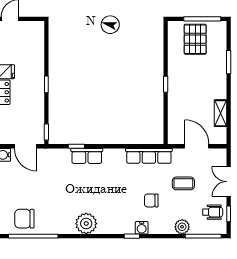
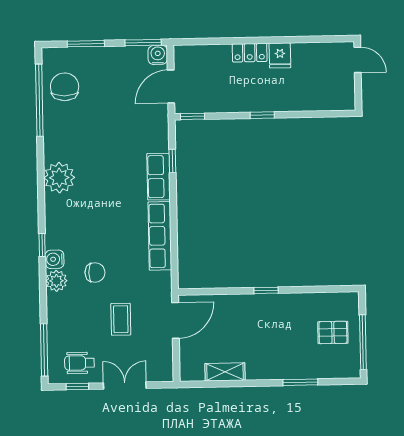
pallet: (195, 39) -> (333, 332), width x0.67, depth x0.71
door: (197, 146) -> (175, 320), moved
row of seats: (149, 156) -> (160, 236), moved
chair: (151, 200) -> (95, 272), turned 90
wheelchair: (213, 212) -> (80, 363), turned 90
plant: (182, 227) -> (56, 281), moved

